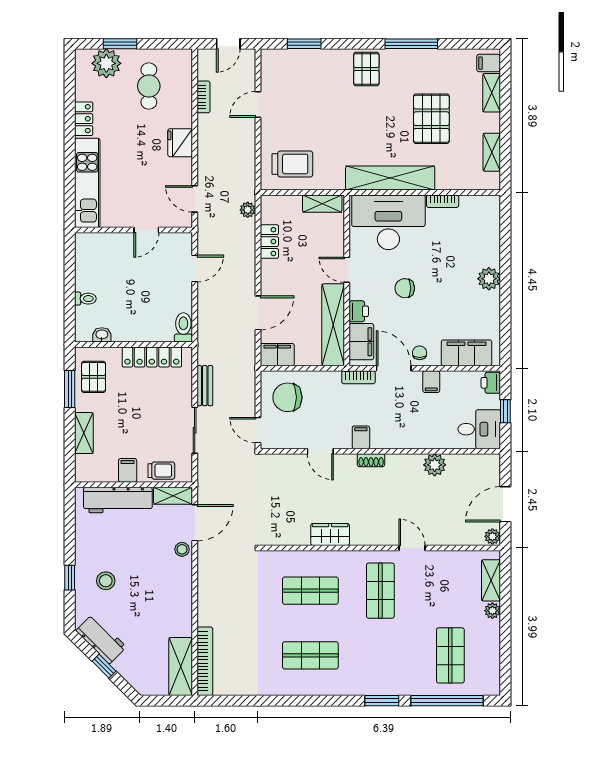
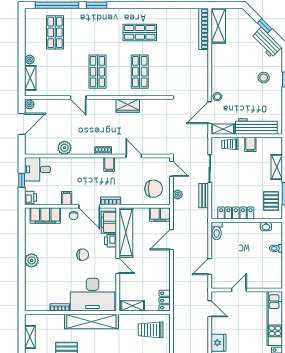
plant: (248, 210) -> (178, 195), moved
locker: (269, 242) -> (165, 300), moved
shop shelf: (310, 591) -> (140, 72), turned 90

